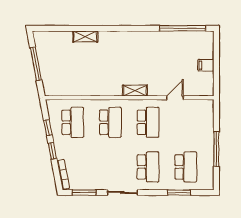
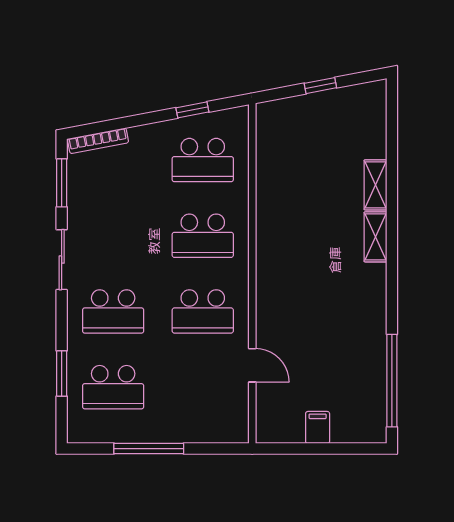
window: (36, 64) -> (320, 86), width x0.46
shelving: (135, 91) -> (375, 237), moved
window: (52, 151) -> (145, 119), removed

